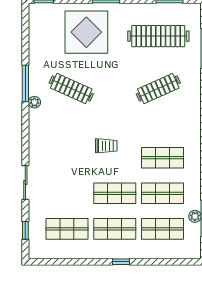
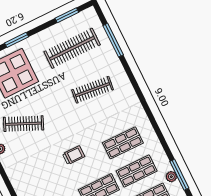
clothes rail: (158, 89) -> (93, 90), turned 30

